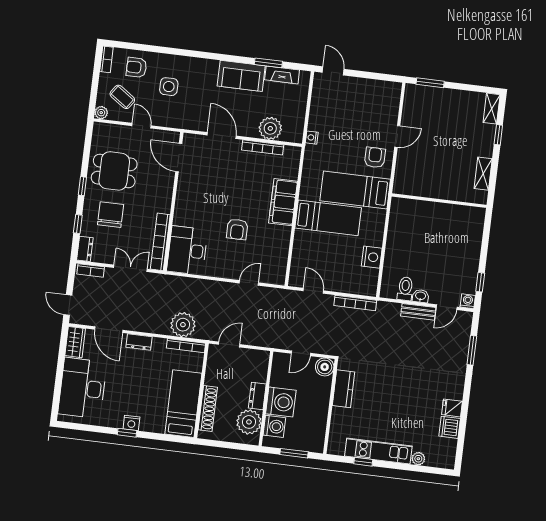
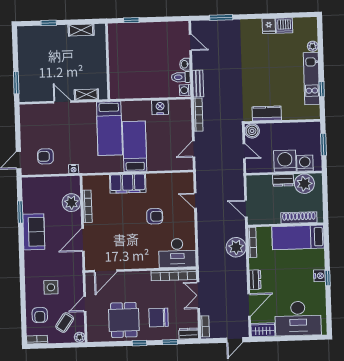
fireplace: (282, 75) -> (28, 200), removed
shelving: (492, 109) -> (86, 95), moved
armchair: (375, 157) -> (45, 156), moved
window: (480, 282) -> (131, 20), moved
washing machine: (468, 301) -> (185, 90), moved
bench: (418, 312) -> (198, 84), moved

